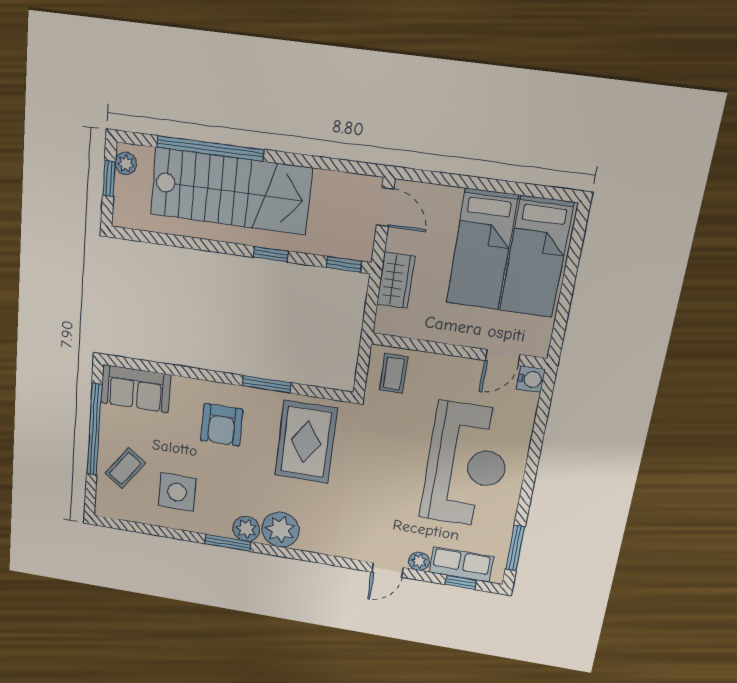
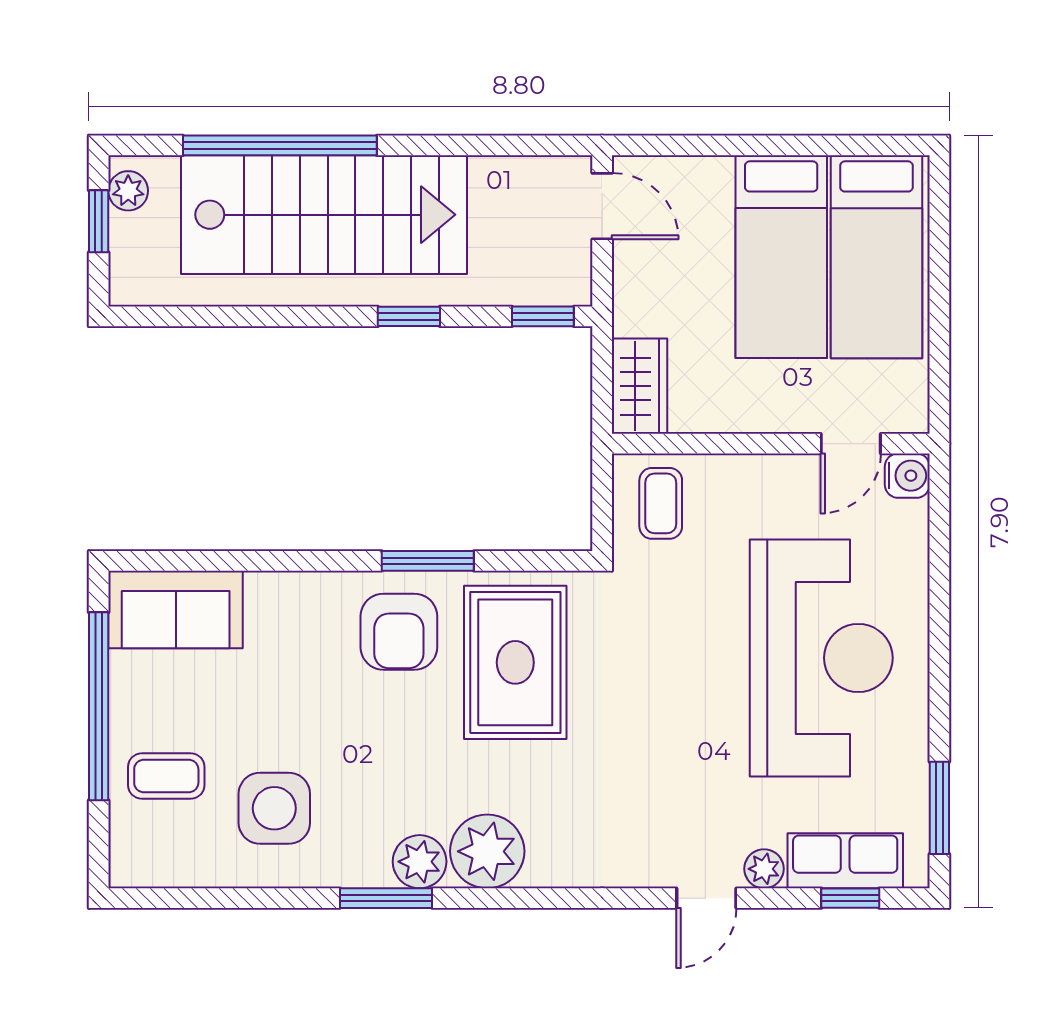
wardrobe: (396, 280) -> (639, 386), moved
armchair: (222, 425) -> (399, 632), moved
coffee table: (125, 468) -> (166, 776), turned 54

